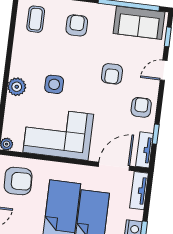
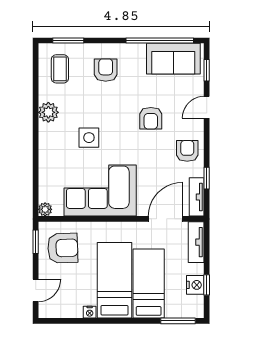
plant: (17, 87) -> (48, 112), moved

